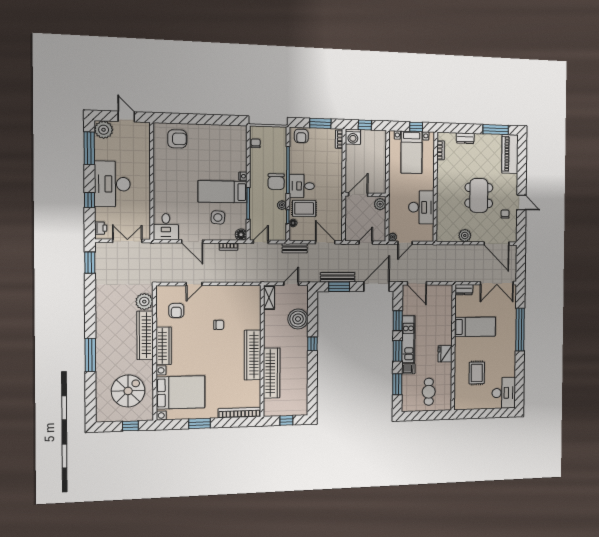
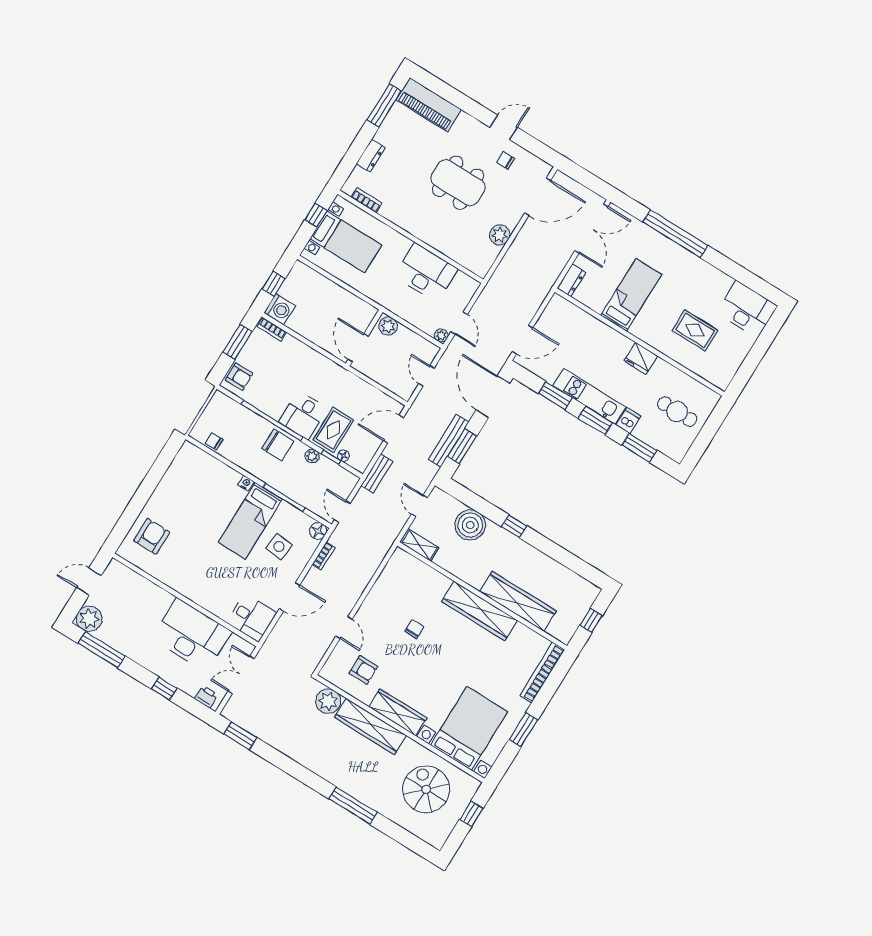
desk: (112, 184) -> (192, 635), moved, turned 180

